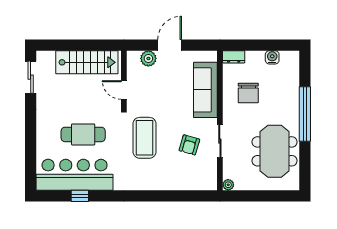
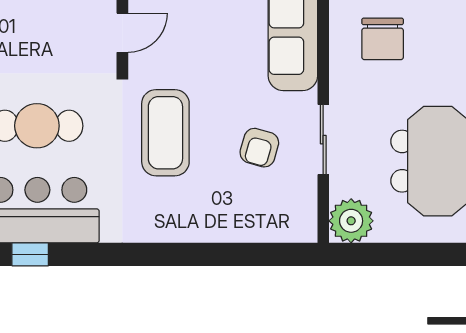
door: (124, 90) -> (122, 33), swing flipped
plant: (228, 185) -> (351, 221), width x1.88, depth x1.88

